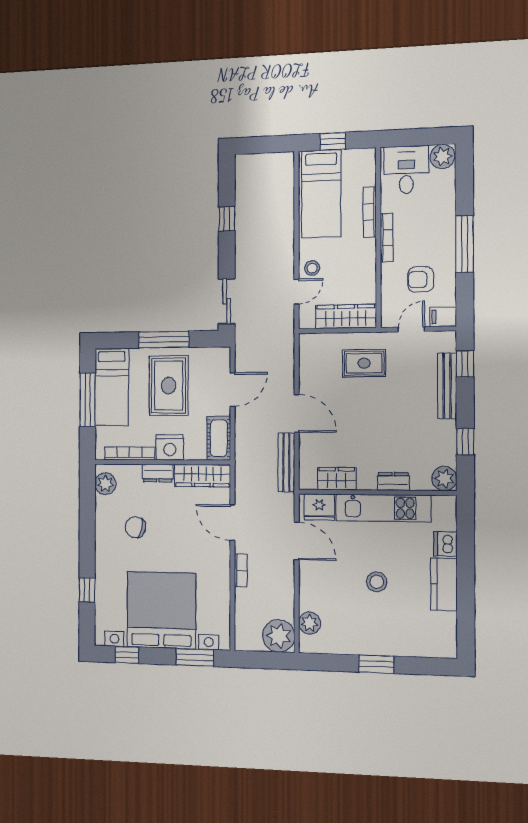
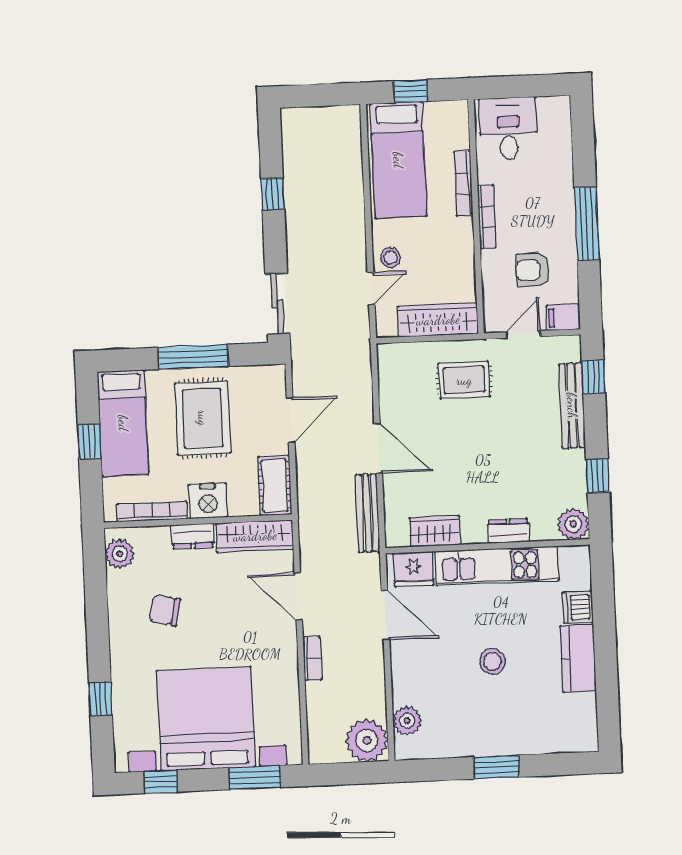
plant: (442, 156) -> (554, 111), removed
window: (88, 400) -> (89, 442), width x0.46

